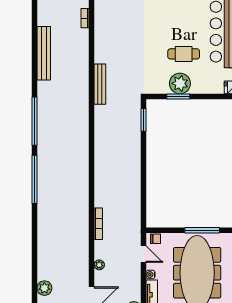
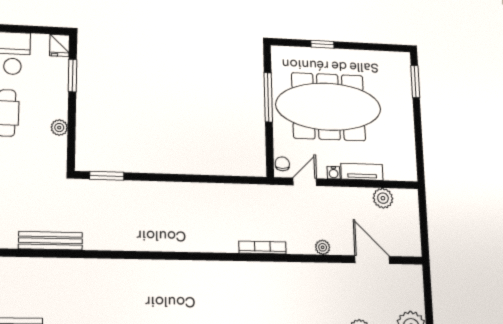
plant: (180, 83) -> (59, 128), width x0.53, depth x0.53
window: (178, 96) -> (73, 76), moved

